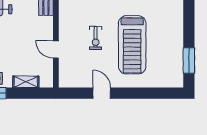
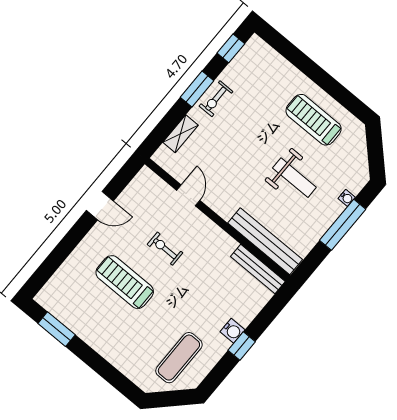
treadmill: (132, 45) -> (125, 282), width x0.73, depth x0.73
door: (56, 49) -> (188, 195), hinge flipped

